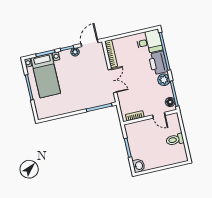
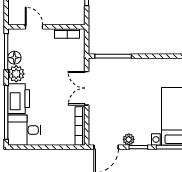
floor lamp: (170, 102) -> (14, 58), moved

